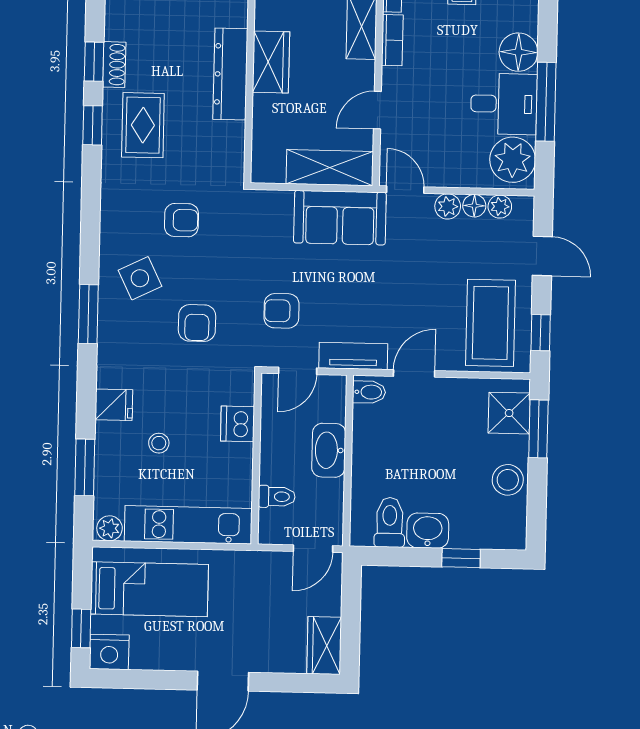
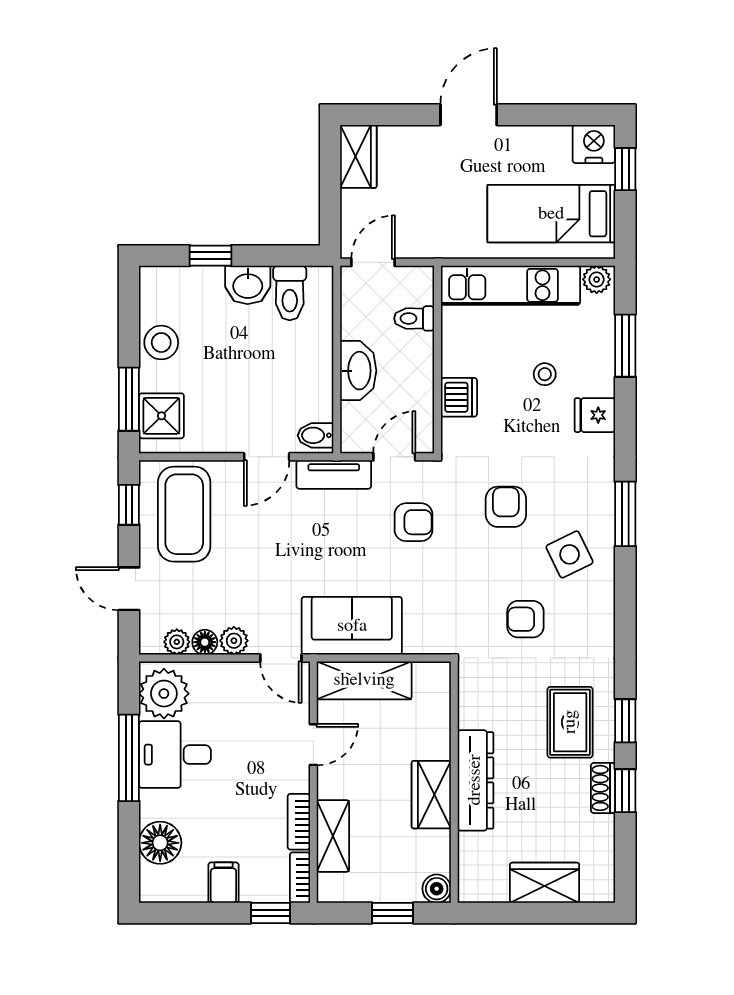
floor lamp: (519, 52) -> (160, 843), moved

